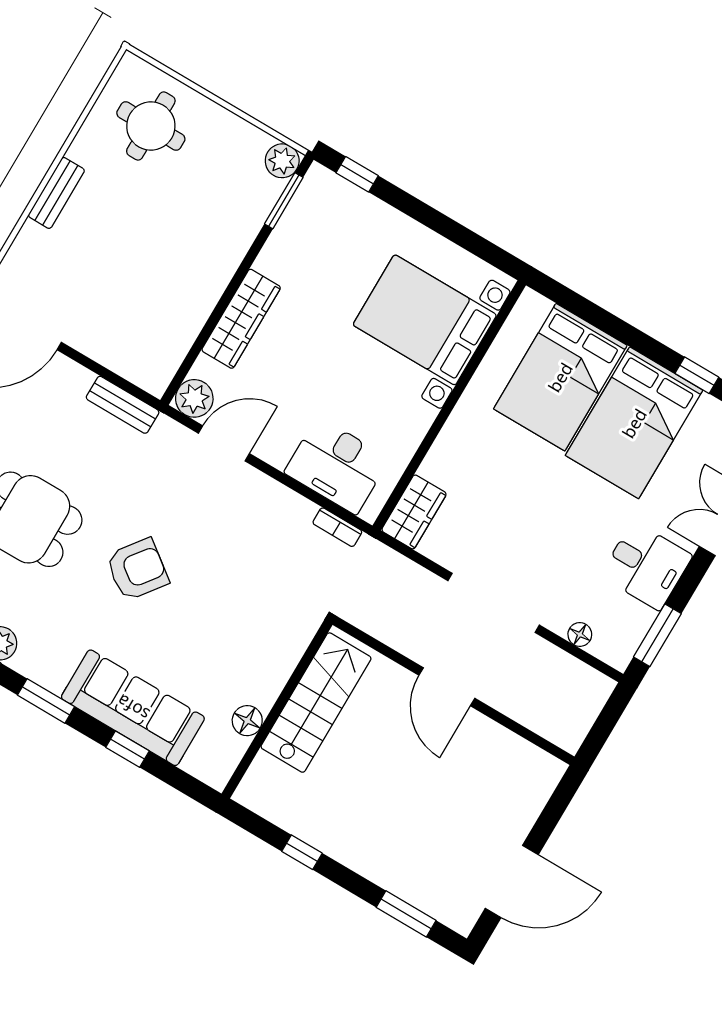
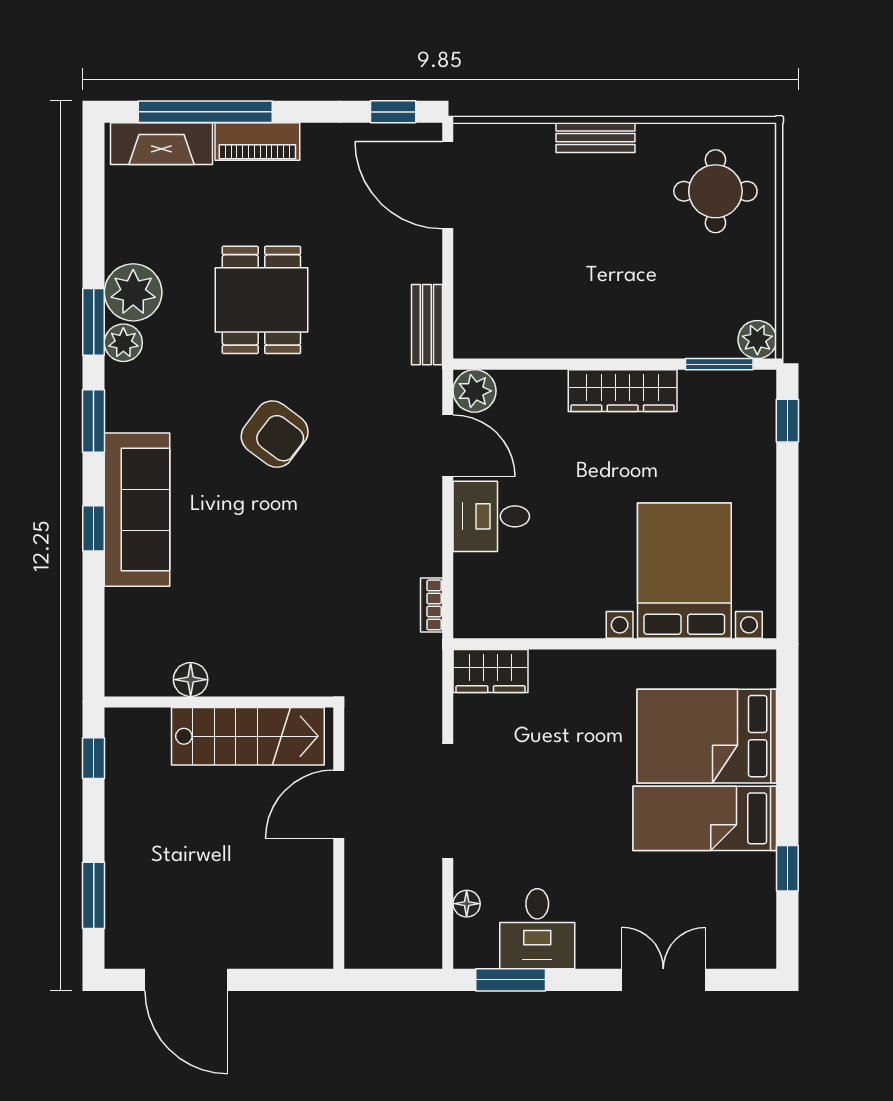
wardrobe: (241, 319) -> (623, 391), moved
bed: (634, 423) -> (705, 818), width x0.67
desk: (337, 466) -> (491, 516), moved, width x0.73
desk: (646, 566) -> (537, 929), moved
stairs: (316, 703) -> (248, 736), moved
wall: (277, 709) -> (219, 702), moved
floor lamp: (247, 721) -> (191, 680), moved

